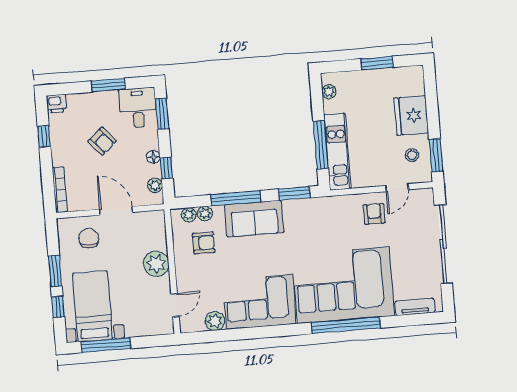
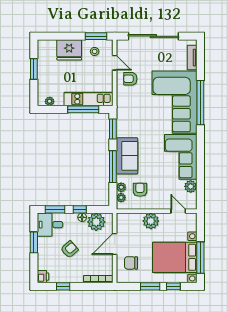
window: (166, 168) -> (80, 209), moved
plant: (155, 185) -> (96, 222), width x1.87, depth x1.87
bed with nightstands: (93, 306) -> (175, 257), width x1.36

